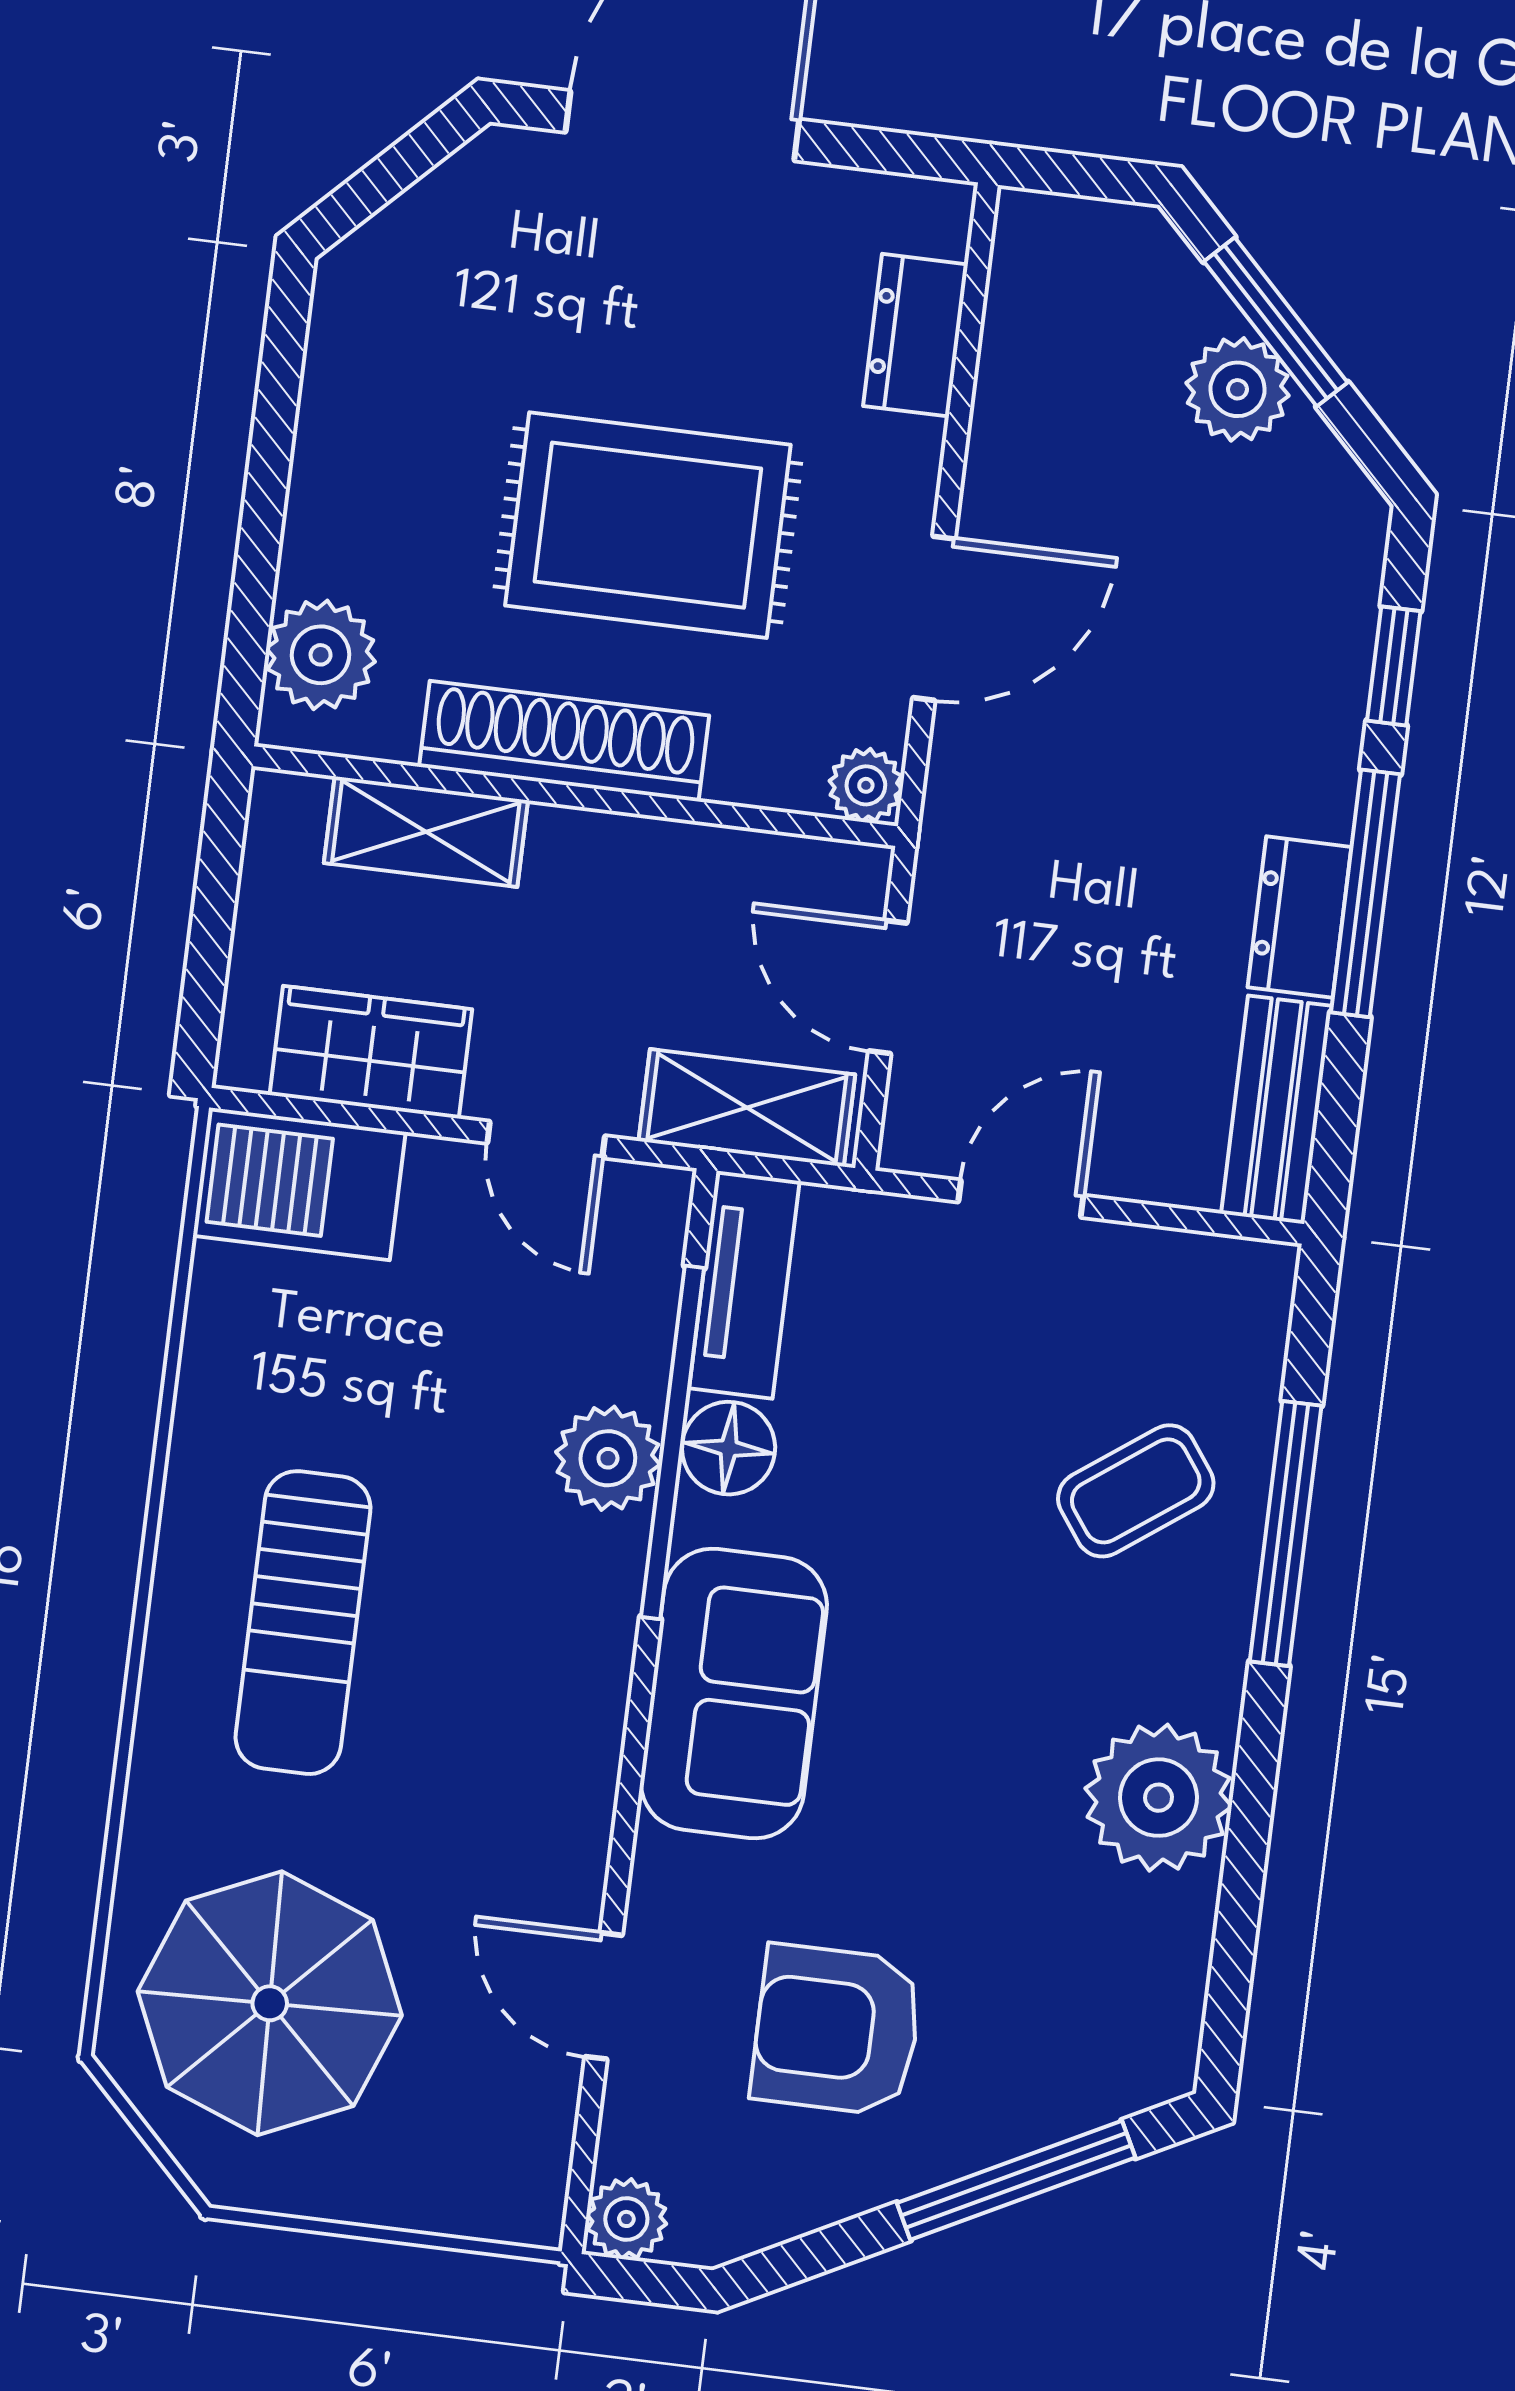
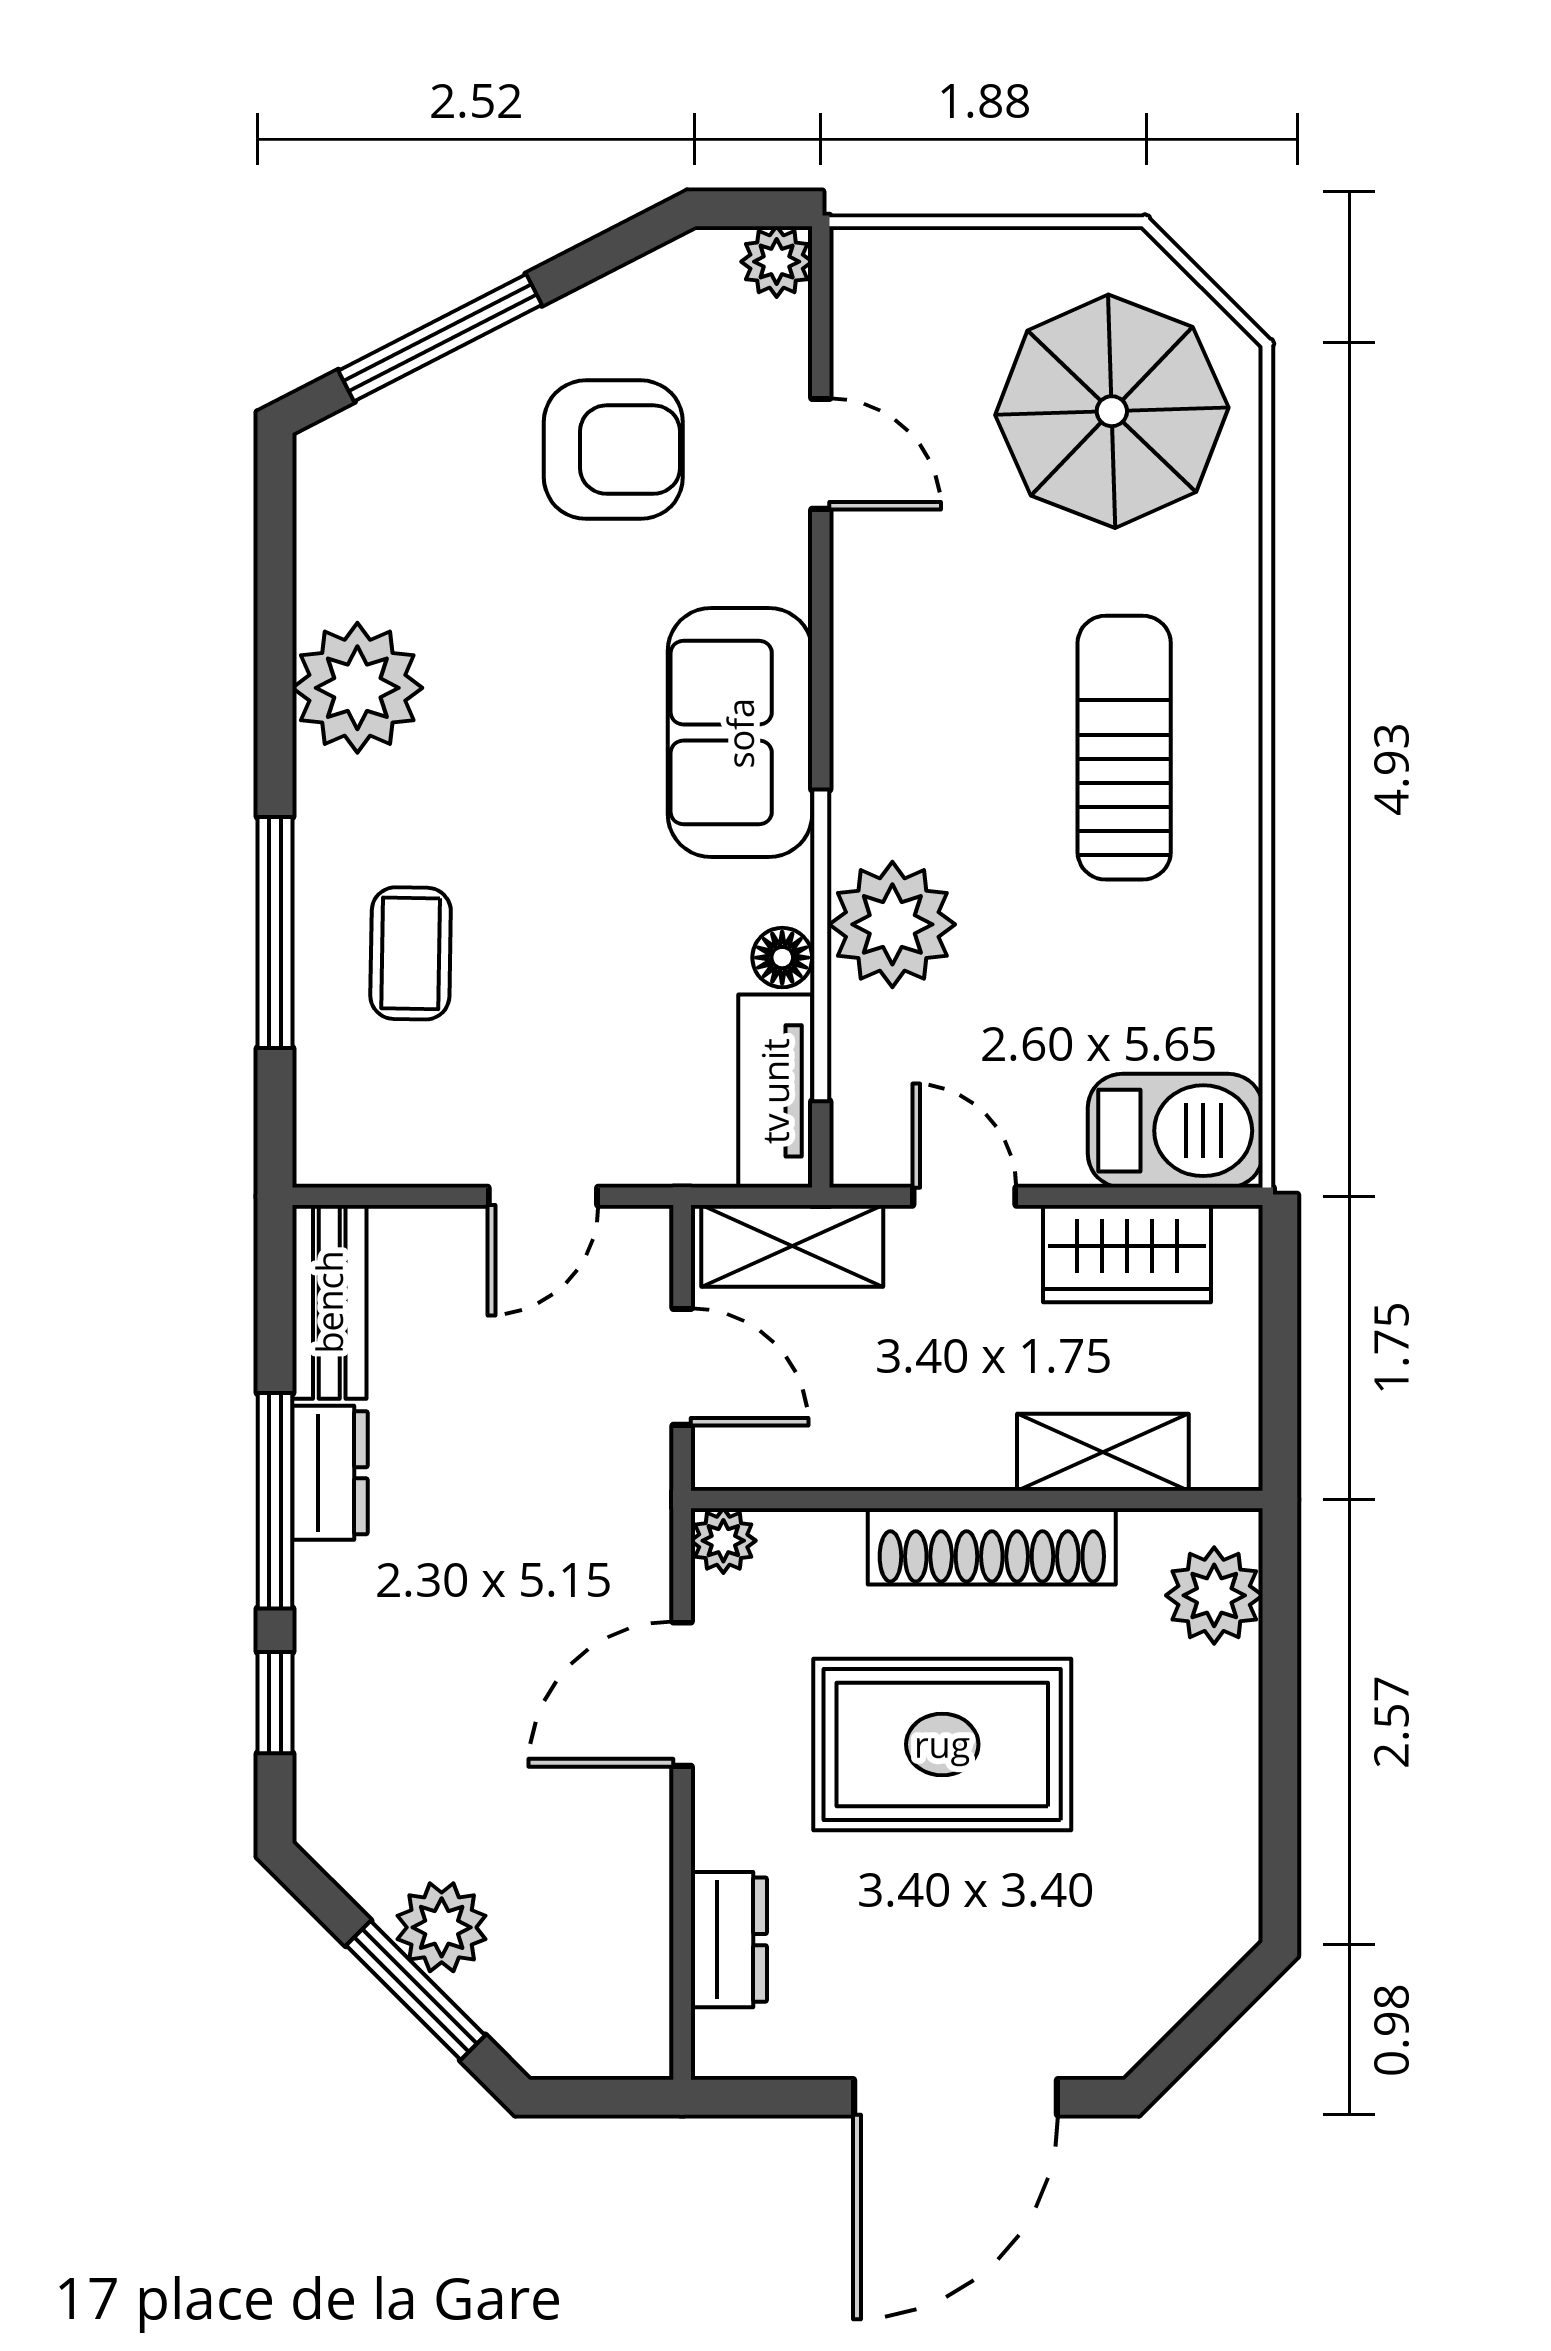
floor lamp: (729, 1448) -> (782, 958), width x0.73, depth x0.73
plant: (608, 1458) -> (892, 924), width x1.36, depth x1.36
coffee table: (1136, 1491) -> (411, 953), turned -53

